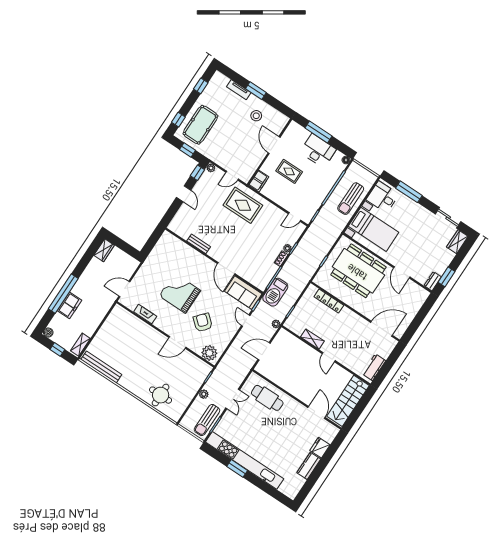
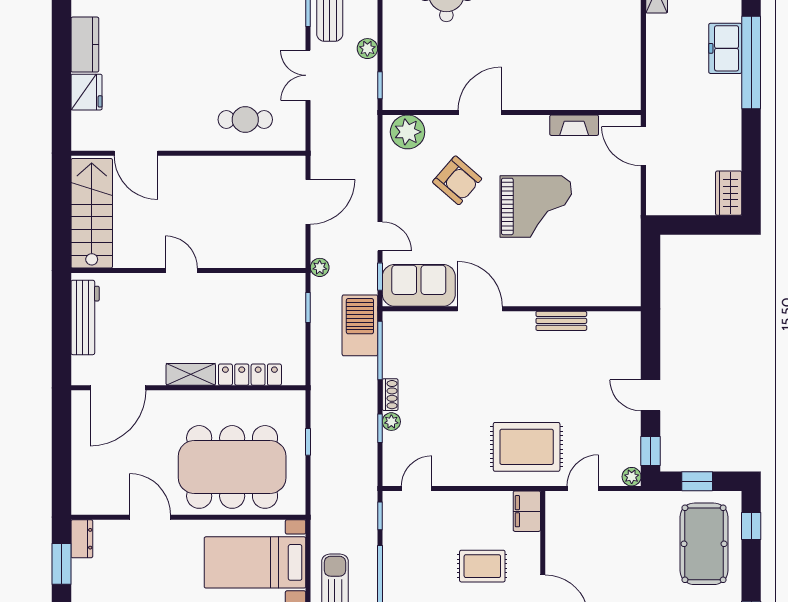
door: (124, 289) -> (643, 146), swing flipped
shelving: (312, 339) -> (191, 374), moved
workbench: (374, 367) -> (85, 317), width x1.37
cafe table: (267, 398) -> (245, 120), width x0.73, depth x0.74

